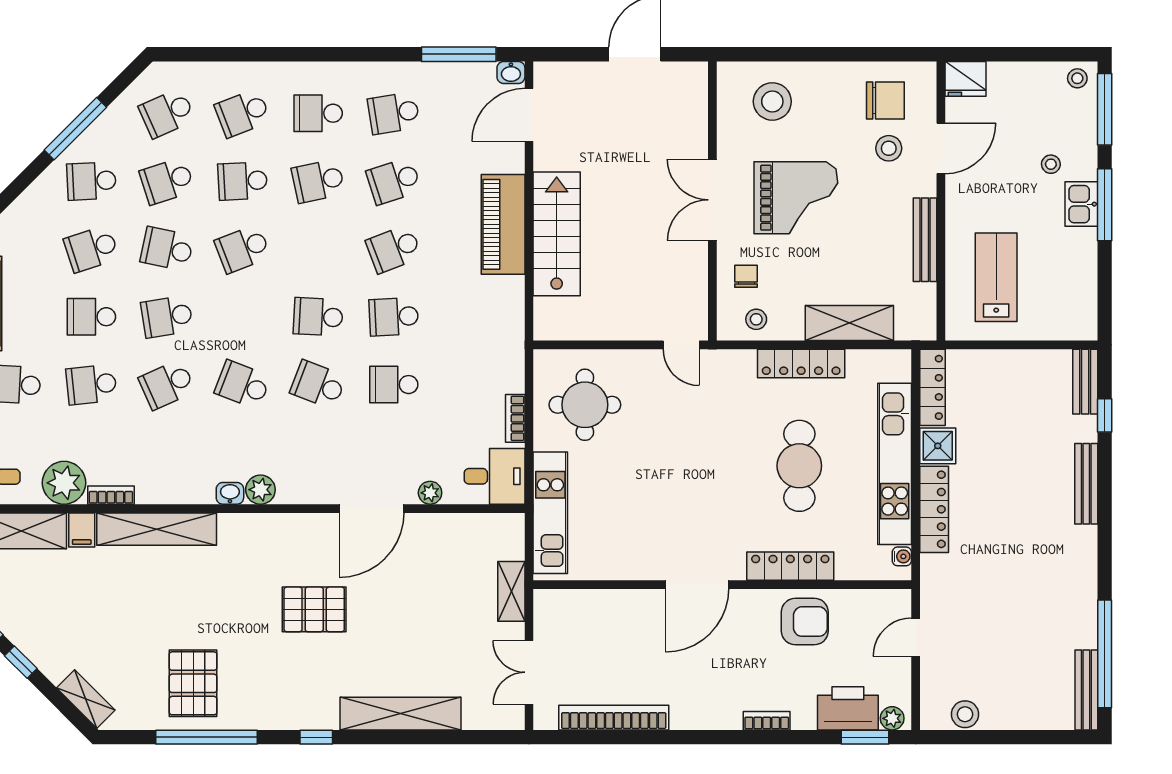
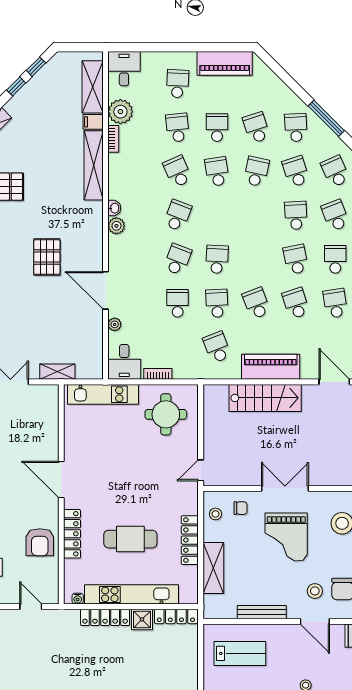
school desk: (243, 249) -> (217, 347), moved

